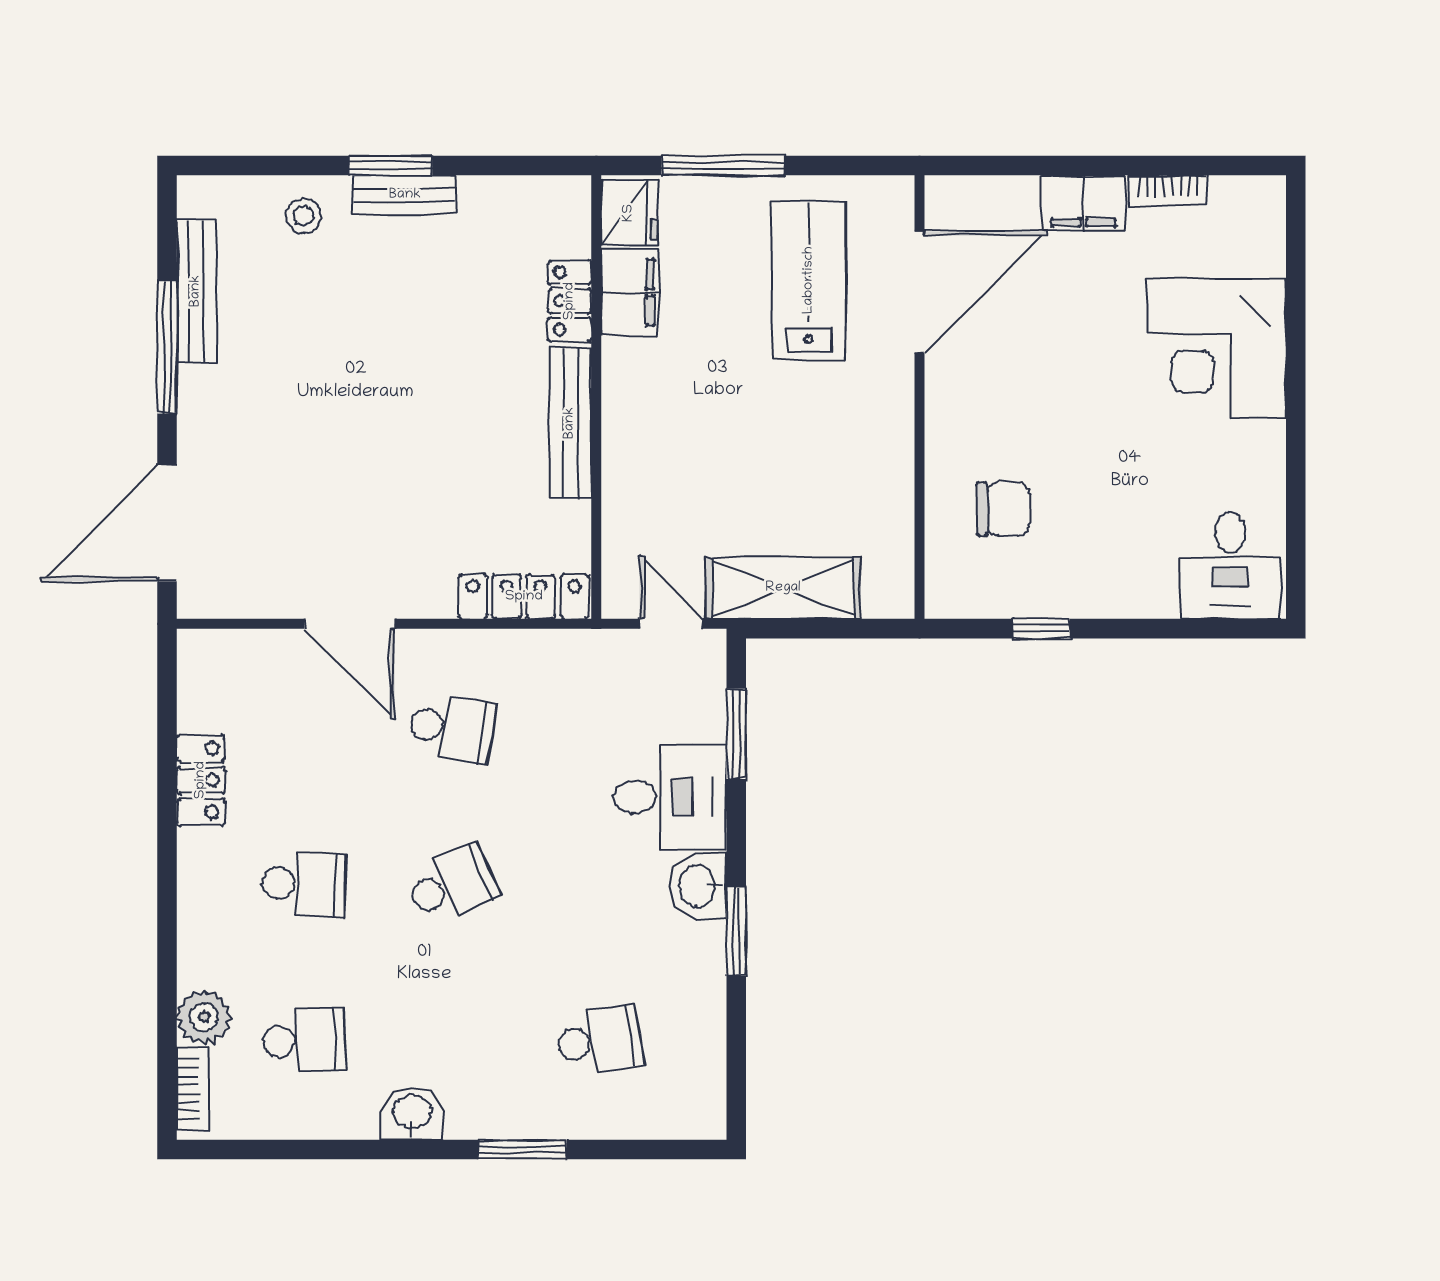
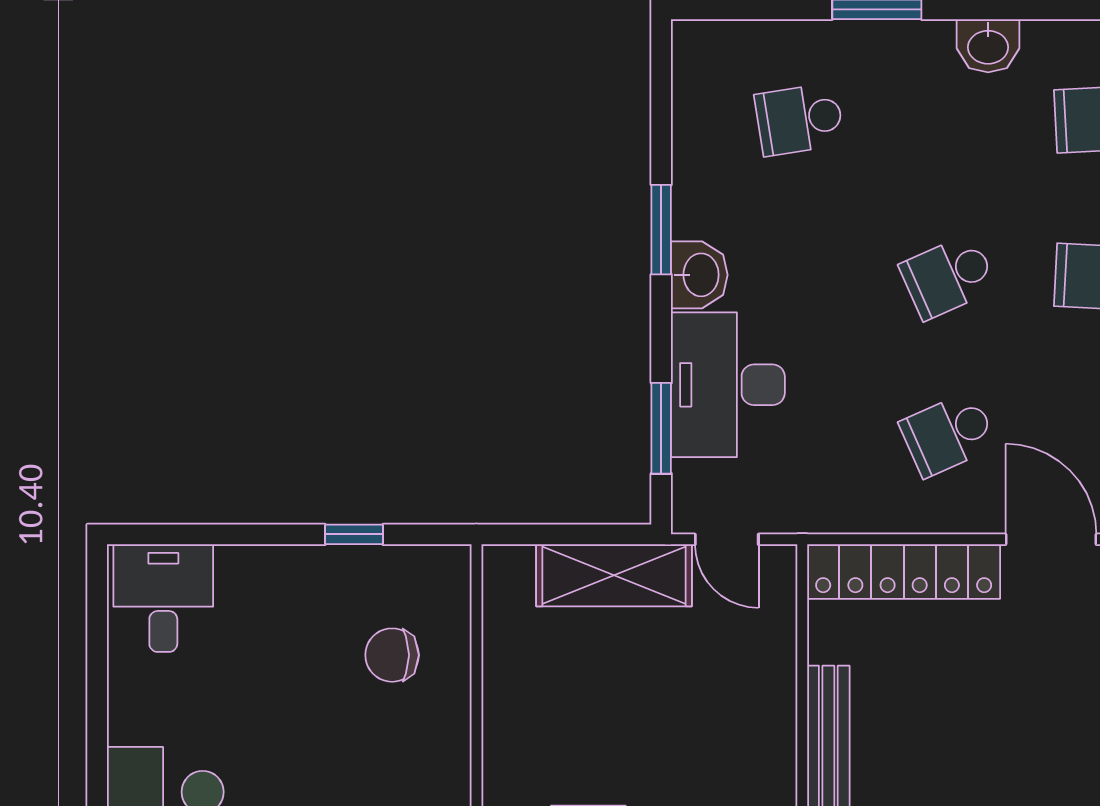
locker: (524, 597) -> (904, 572), width x1.41, depth x1.21
school desk: (452, 728) -> (948, 434), turned -33
desk: (670, 797) -> (728, 385), width x1.37

